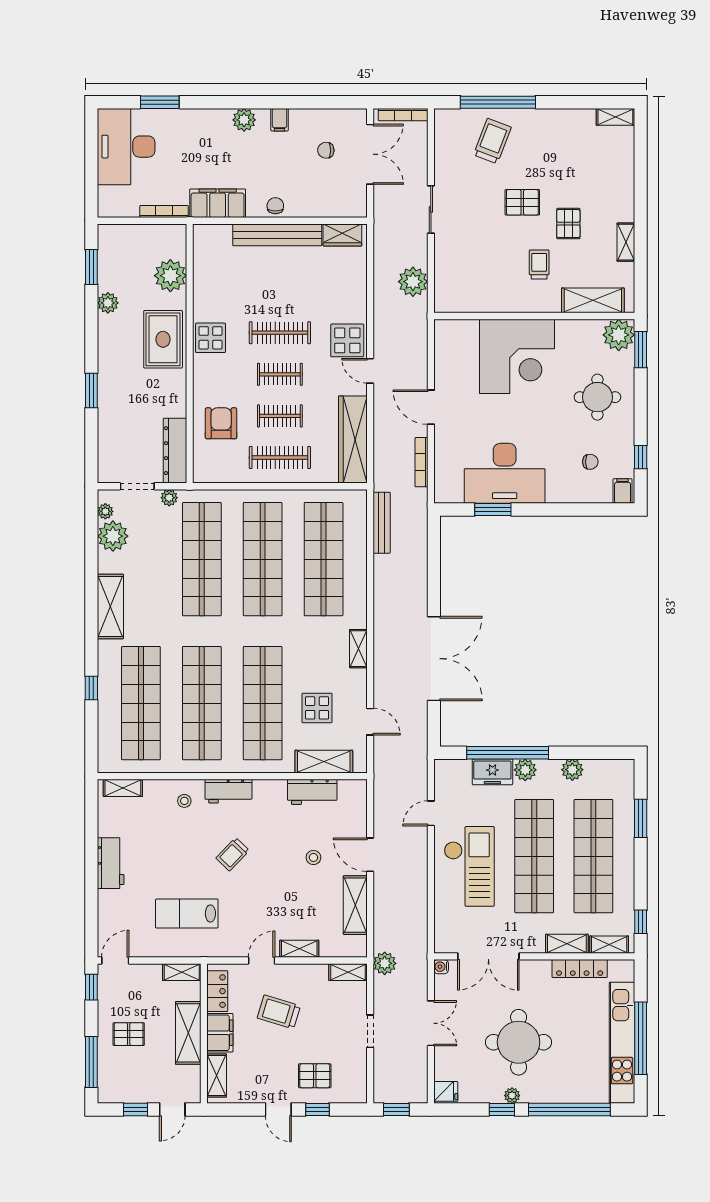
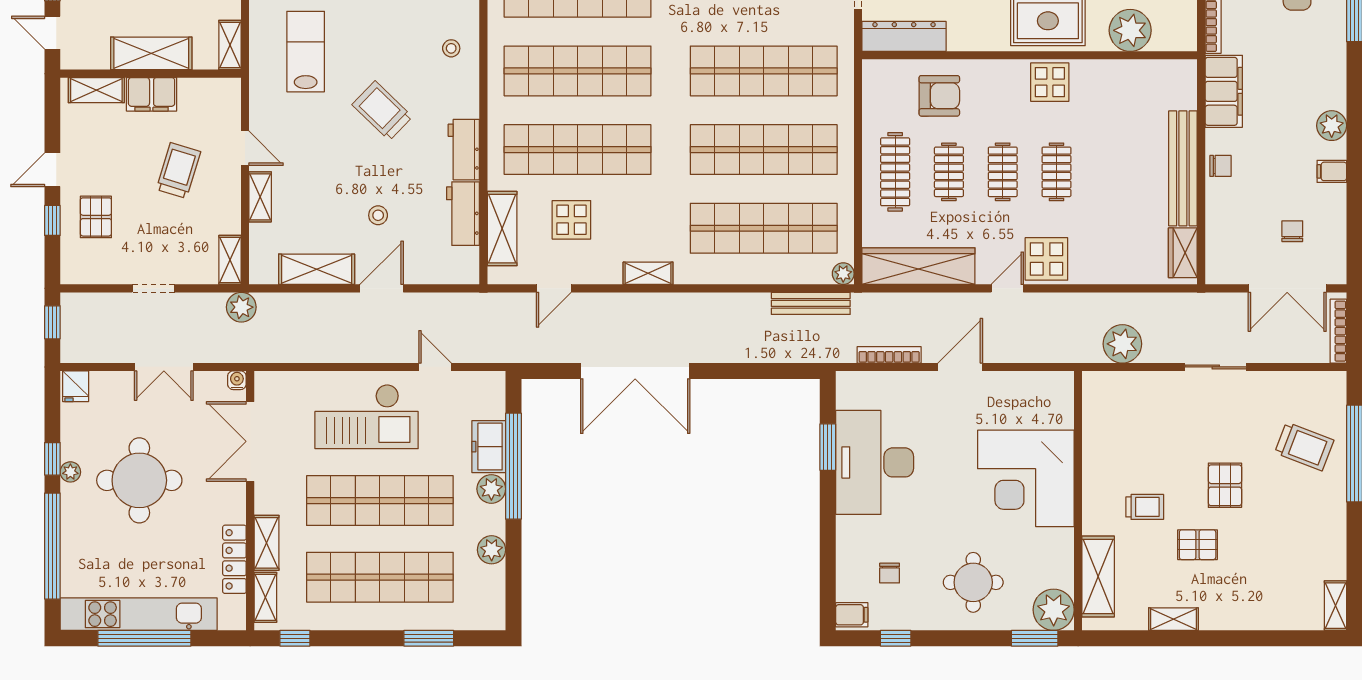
clothes rail: (280, 333) -> (1056, 172), width x0.73
plant: (169, 498) -> (843, 274), moved
workbench: (228, 791) -> (464, 150), moved
trolley: (233, 854) -> (382, 111), width x1.36, depth x1.39
locker: (217, 991) -> (205, 91), removed

